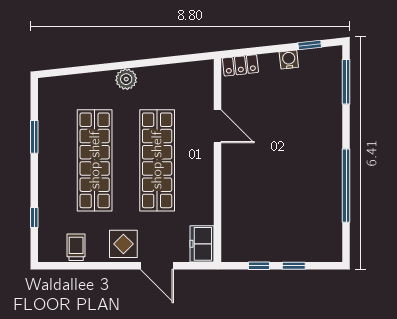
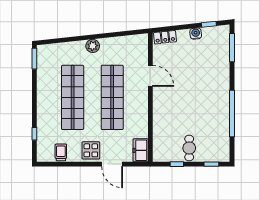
window: (34, 137) -> (34, 59), moved
cafe table: (279, 240) -> (189, 148), added
window: (294, 266) -> (211, 164), moved

